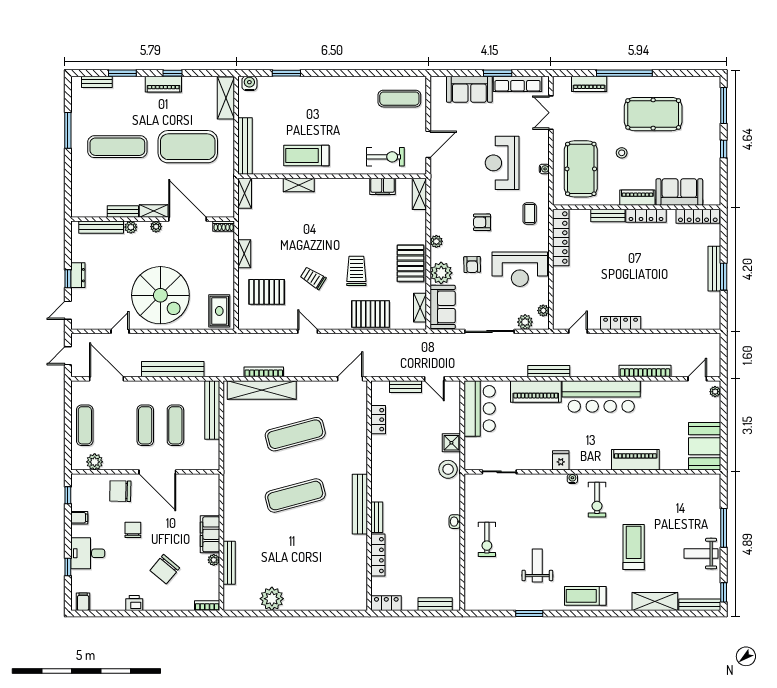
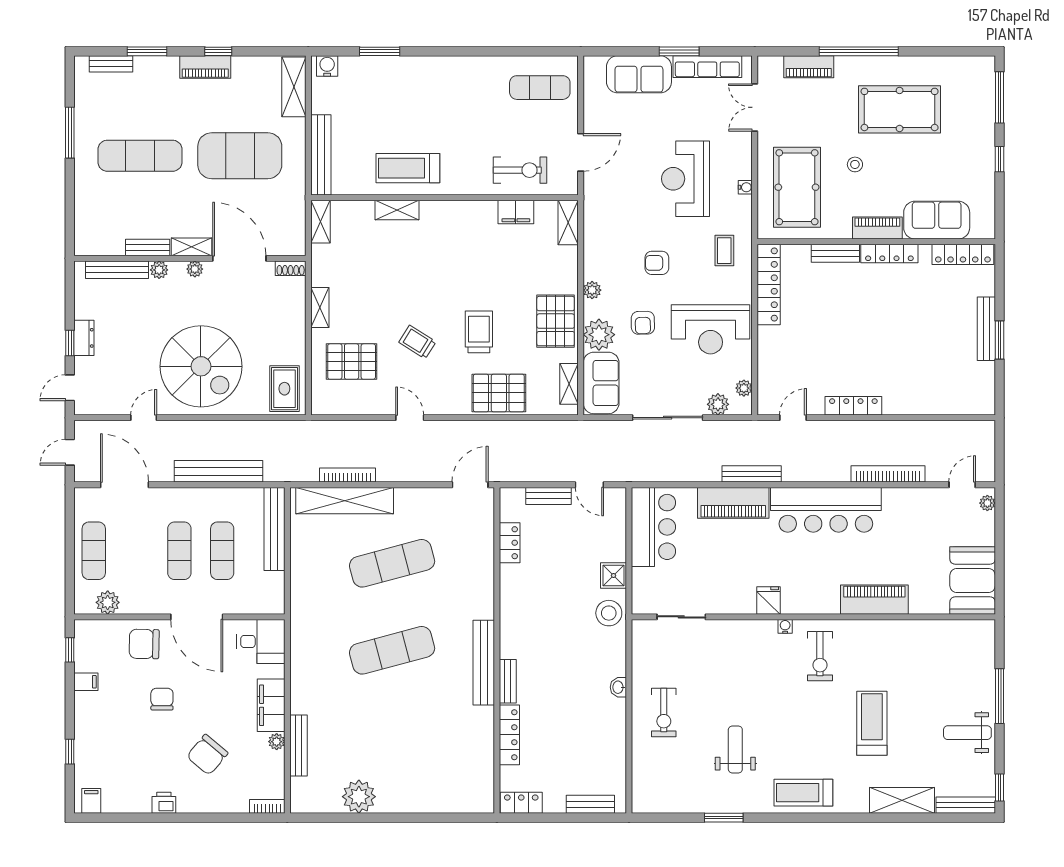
desk: (88, 553) -> (261, 641), moved, turned 180

